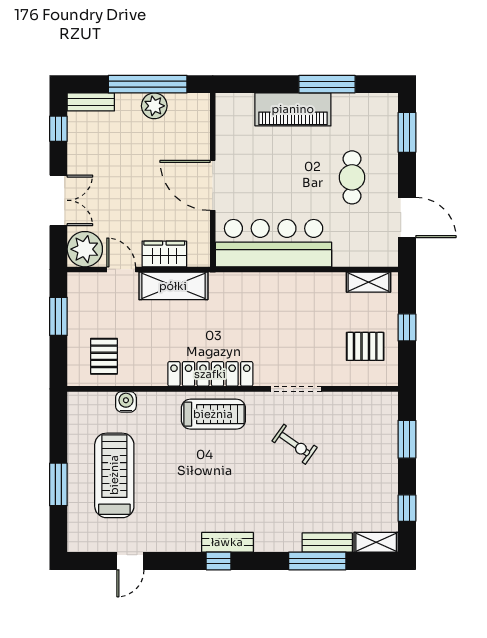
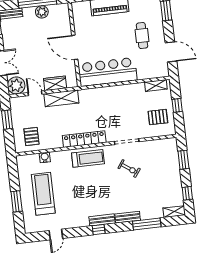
bench: (327, 543) -> (128, 217), moved

